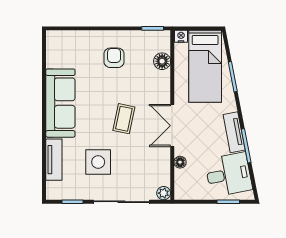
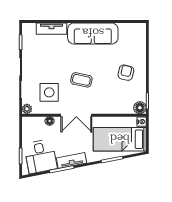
armchair: (114, 58) -> (126, 73), turned -77
floor lamp: (162, 61) -> (140, 108), moved
double door: (172, 126) -> (76, 115), swing flipped
side table: (98, 162) -> (49, 92), moved

